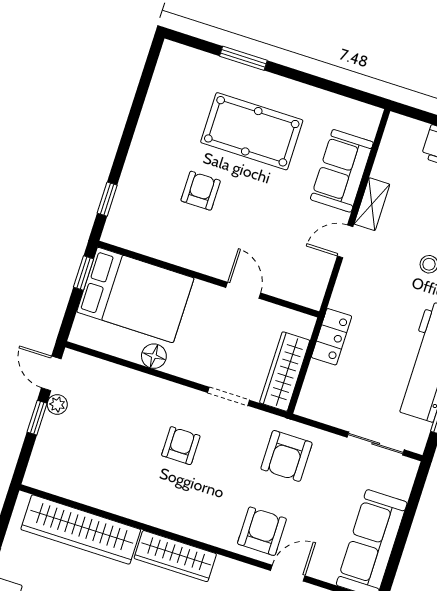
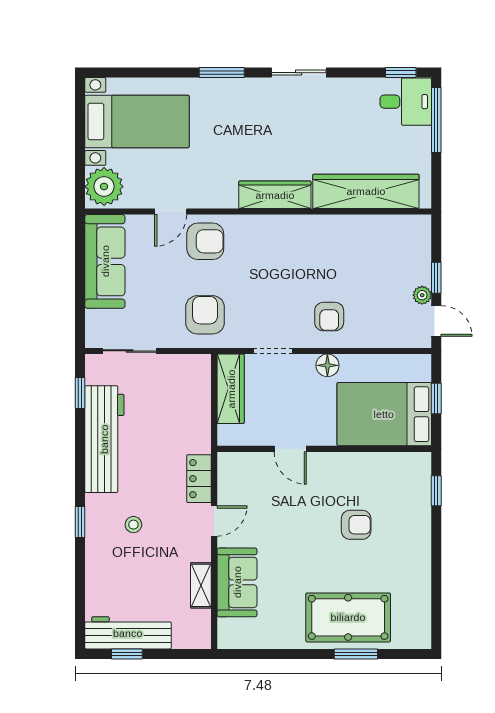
pool table: (252, 131) -> (348, 617), moved
armchair: (201, 191) -> (356, 525), turned -90
shelving: (372, 204) -> (201, 585), moved
window: (83, 273) -> (436, 399), moved
locker: (332, 337) -> (199, 479), moved
floor lamp: (154, 356) -> (327, 365), moved
armchair: (181, 446) -> (329, 317), moved
armchair: (262, 531) -> (205, 241), turned -90

